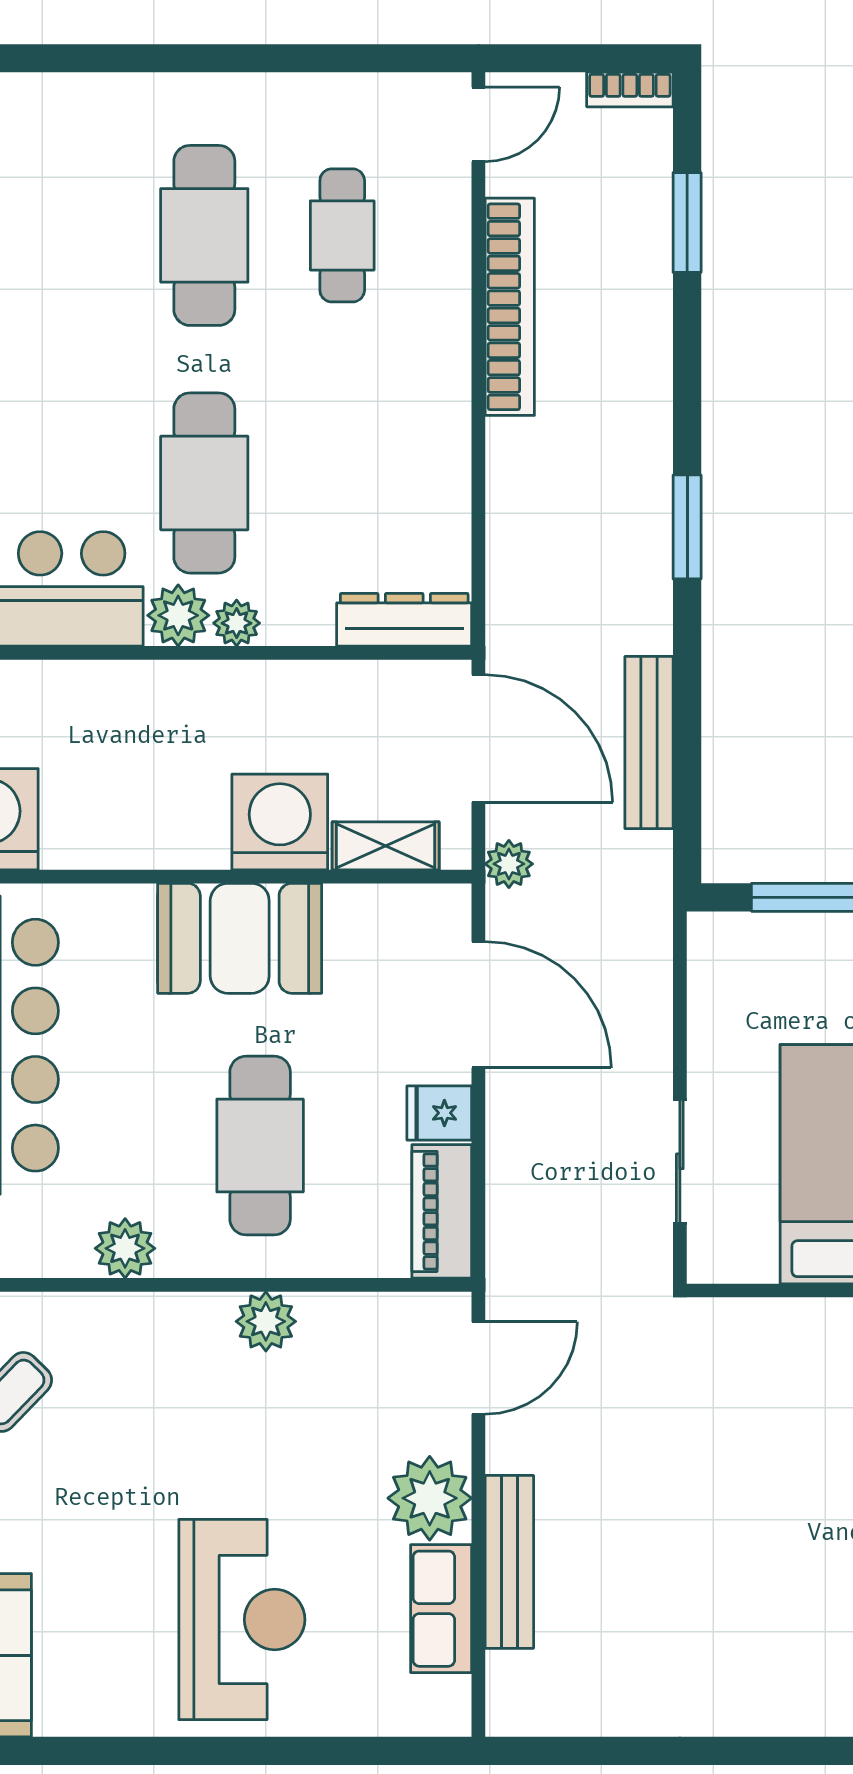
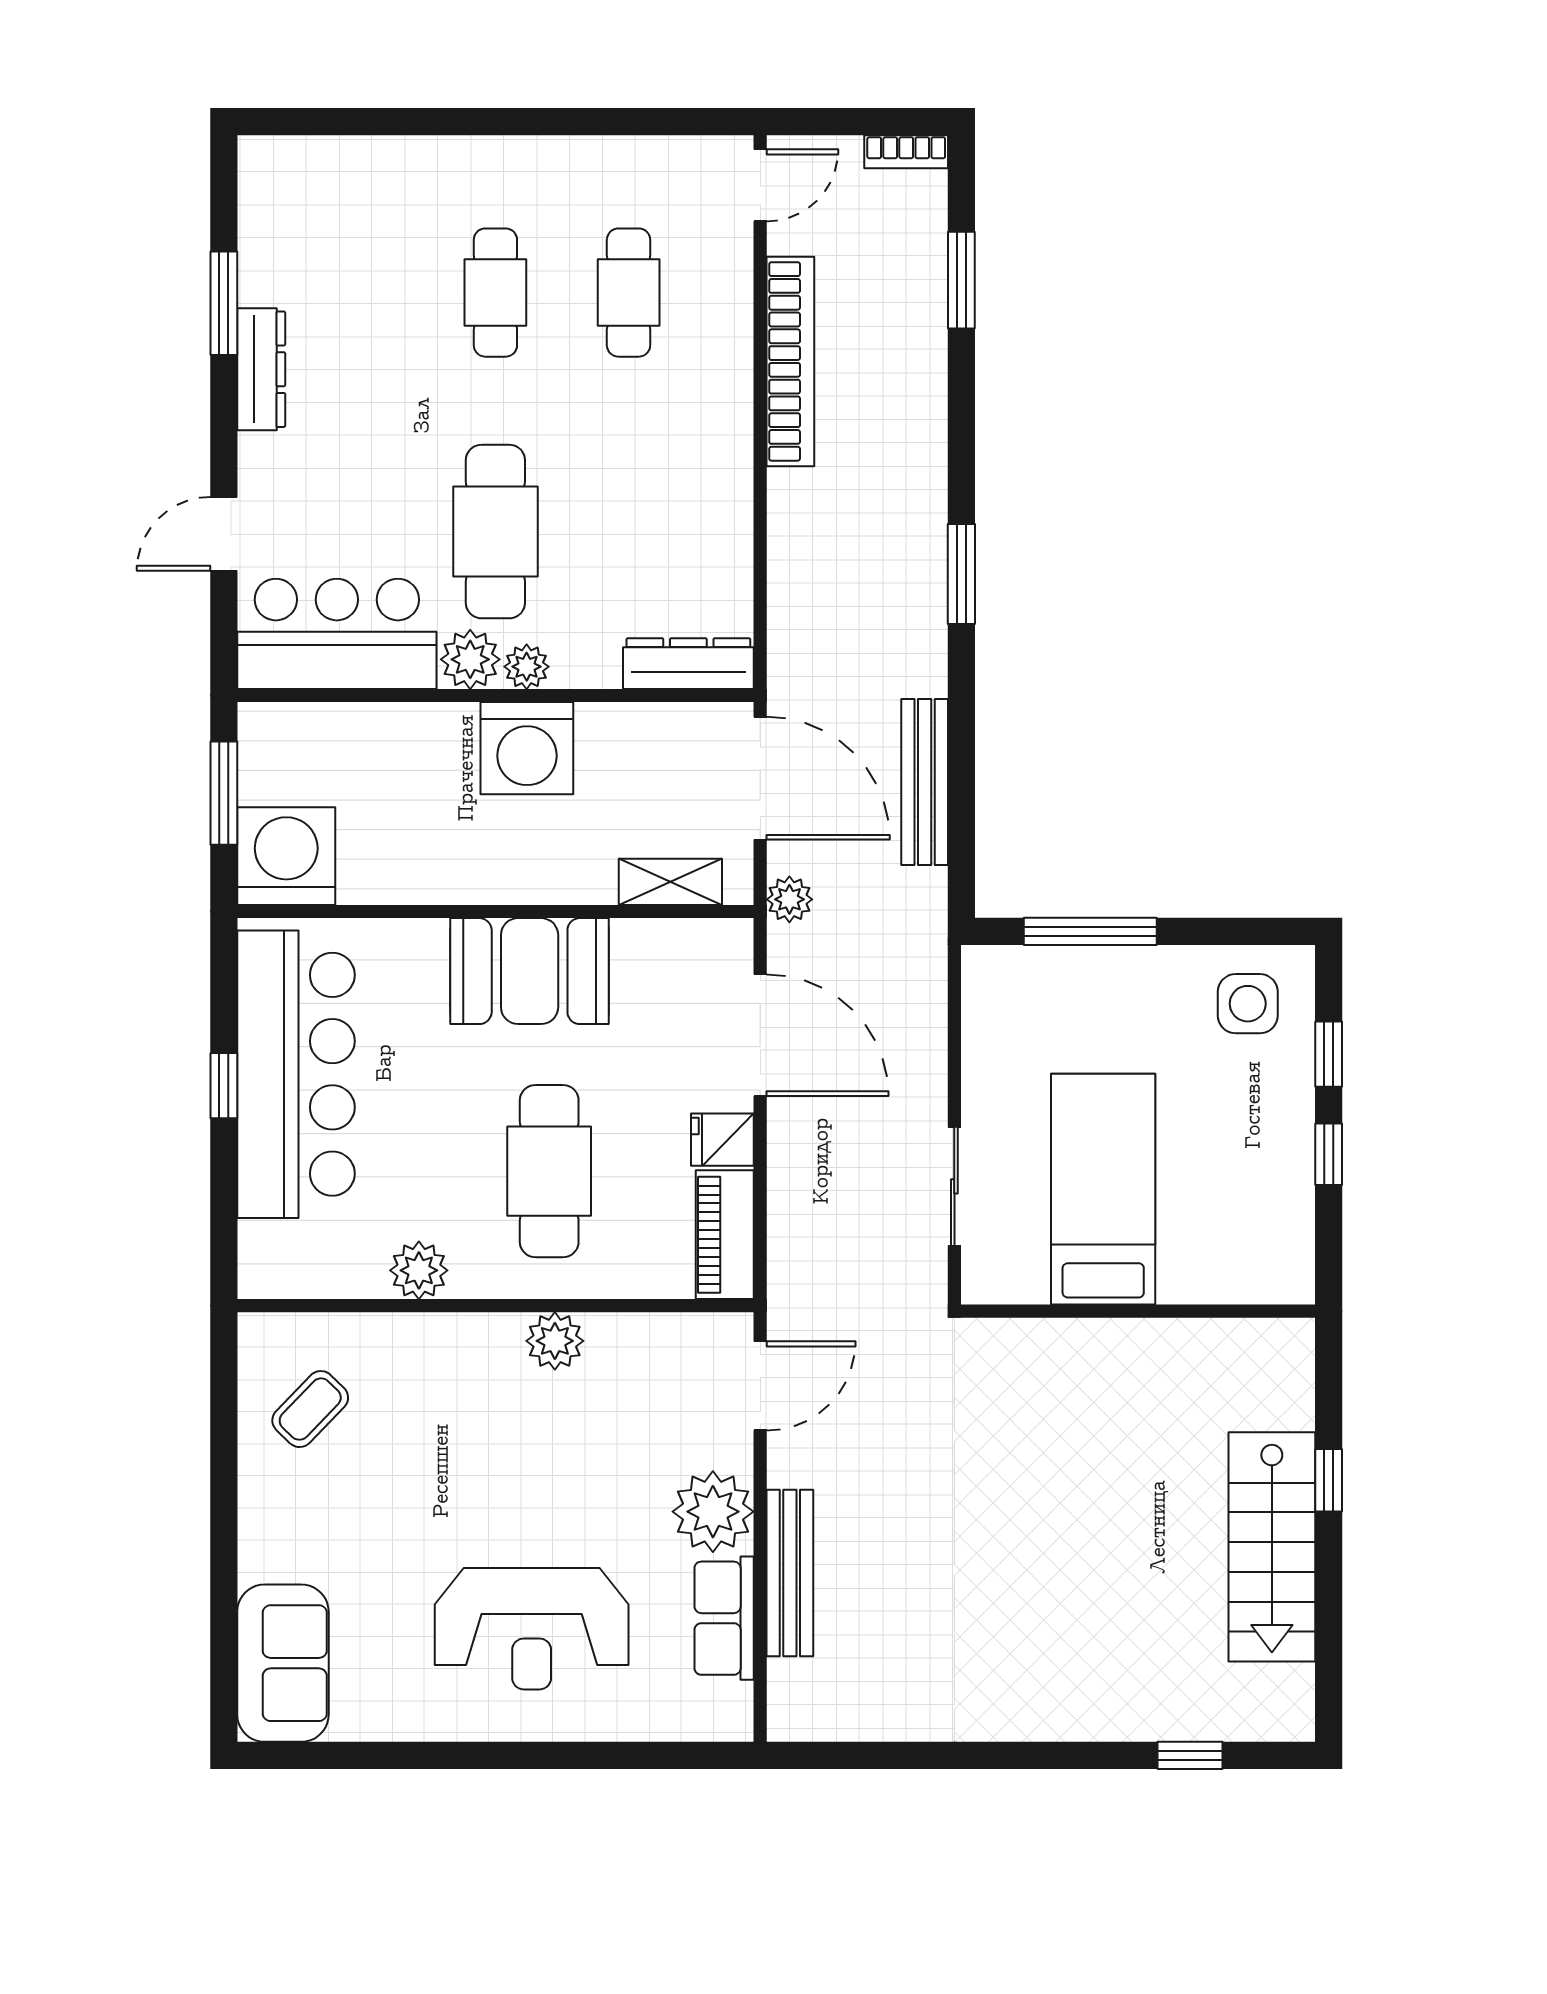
cafe table: (204, 235) -> (495, 293), width x0.73, depth x0.74
washing machine: (280, 822) -> (527, 748), moved, turned 180
reception desk: (242, 1620) -> (532, 1629), turned 90

